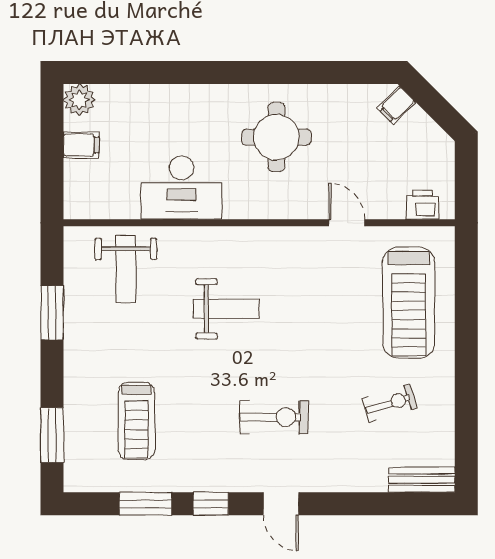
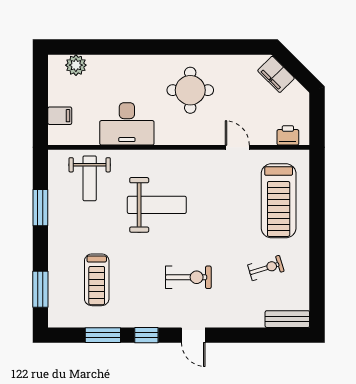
plant: (79, 100) -> (76, 65), moved
filing cabinet: (396, 105) -> (276, 74), width x2.00
filing cabinet: (81, 145) -> (60, 116), moved
weight bench: (226, 309) -> (157, 205), width x1.36, depth x1.33

